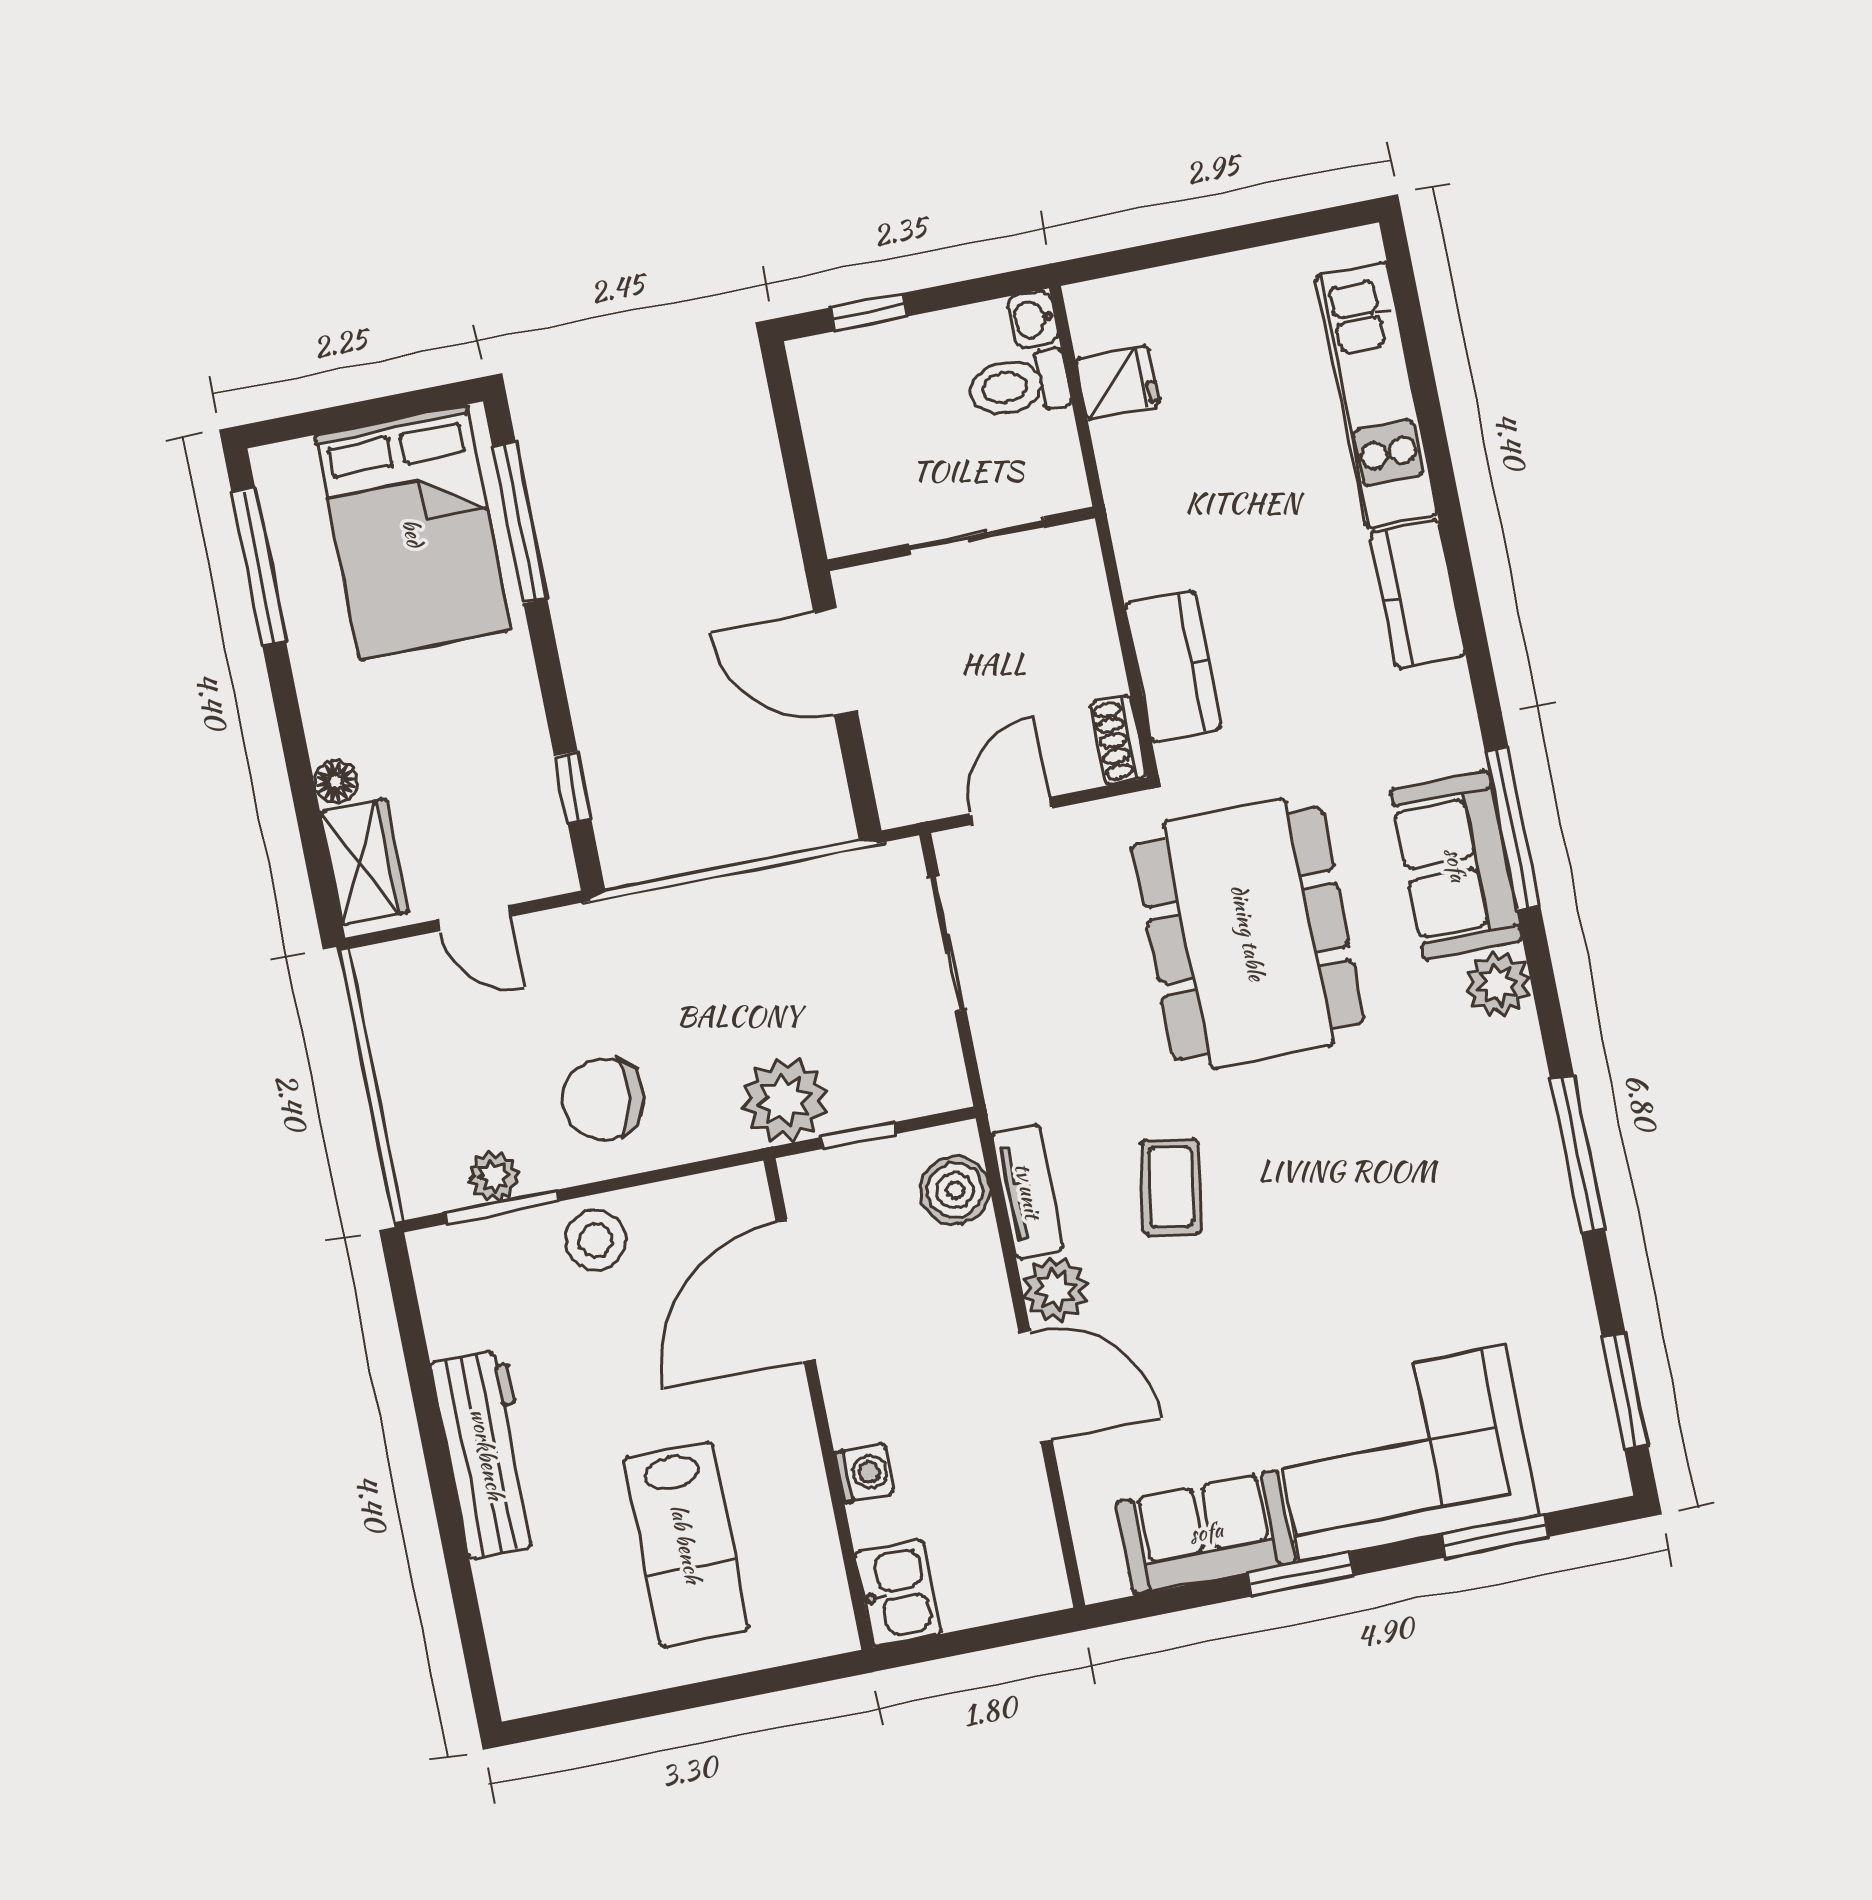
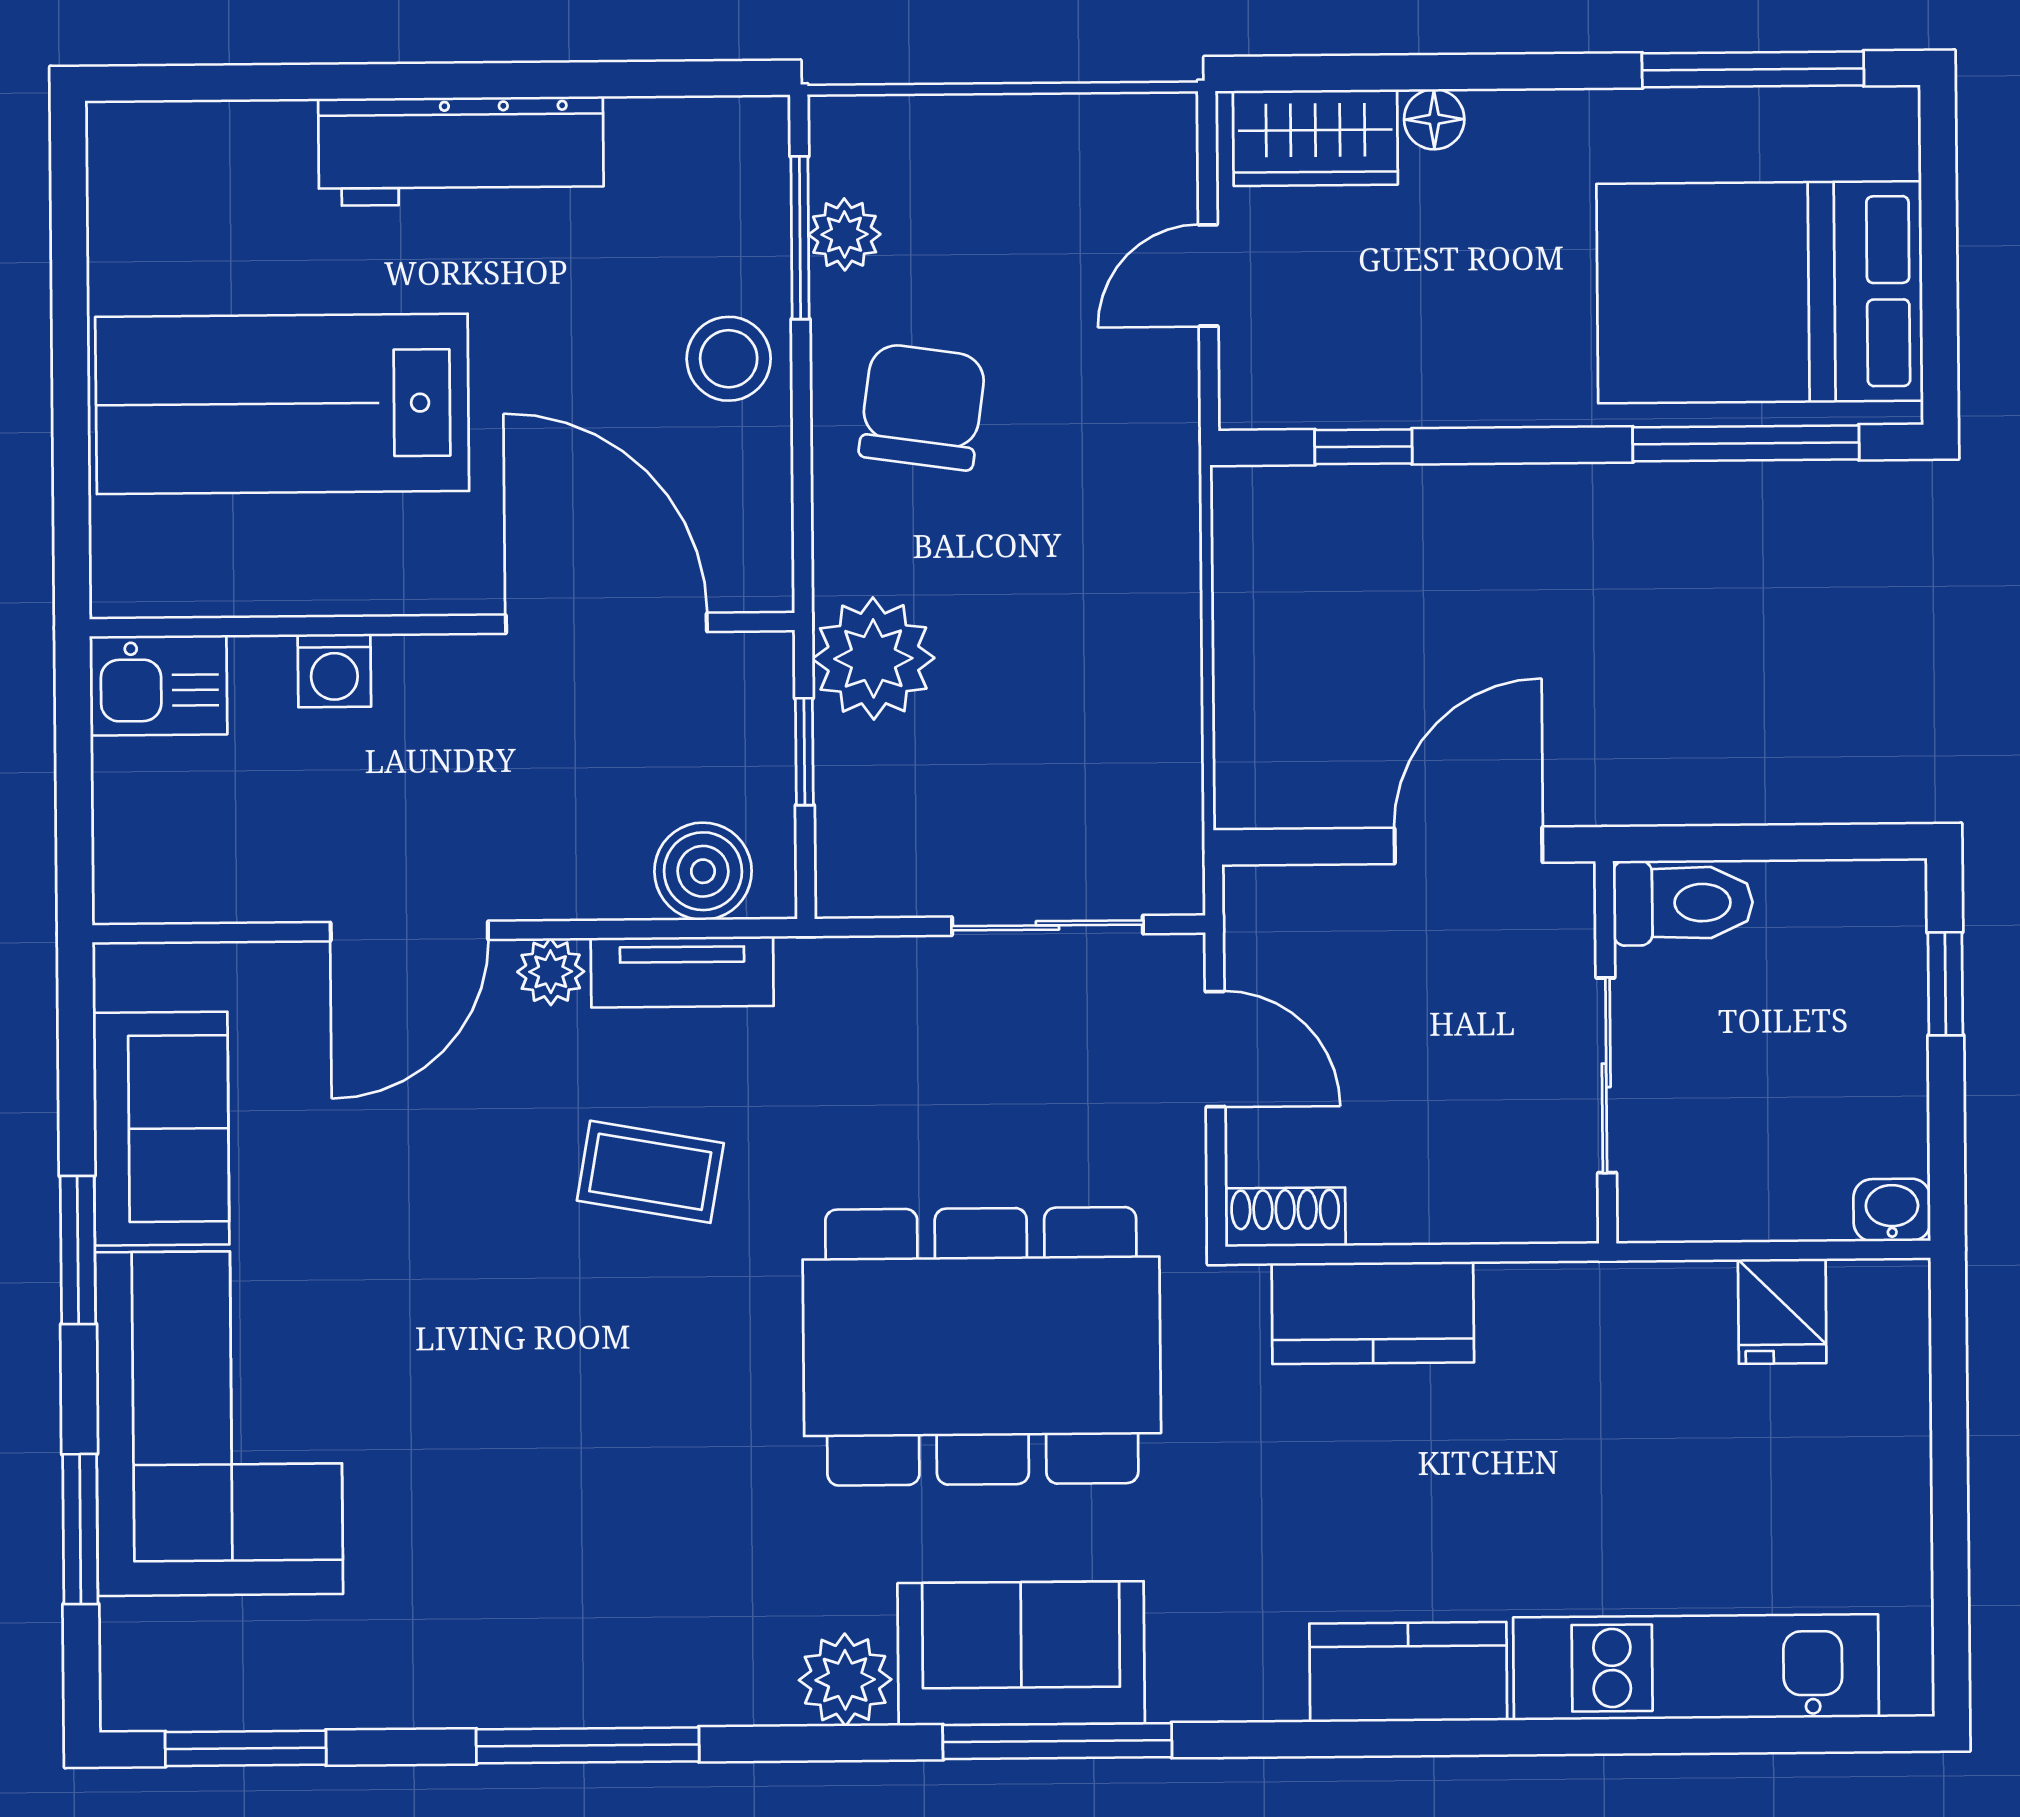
toilet: (1018, 385) -> (1683, 903), moved, turned 90
plant: (1055, 1290) -> (551, 972), width x0.73, depth x0.73
lab bench: (686, 1544) -> (282, 404), width x1.36, depth x1.39

